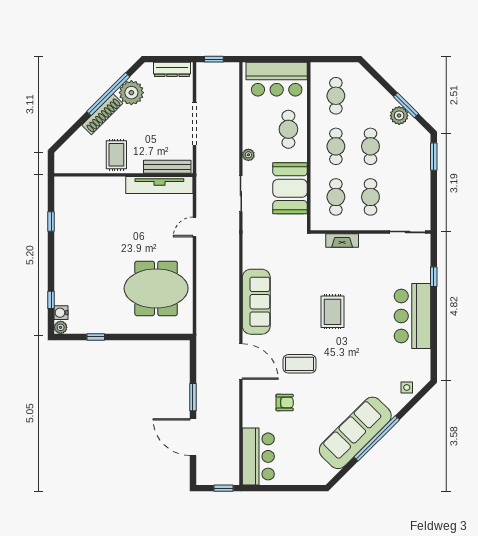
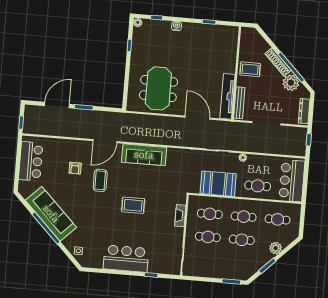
plant: (399, 116) -> (276, 248), moved
door: (195, 227) -> (197, 118), width x1.88
water cooler: (61, 313) -> (177, 26), moved
bar counter: (258, 456) -> (31, 161), moved, turned -90

